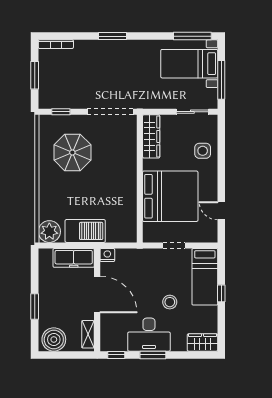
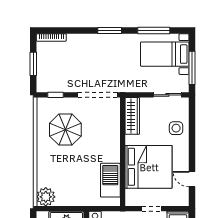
window: (113, 36) -> (110, 31), moved
window: (192, 36) -> (154, 31), moved
barbecue: (85, 231) -> (110, 180), moved, turned -90

